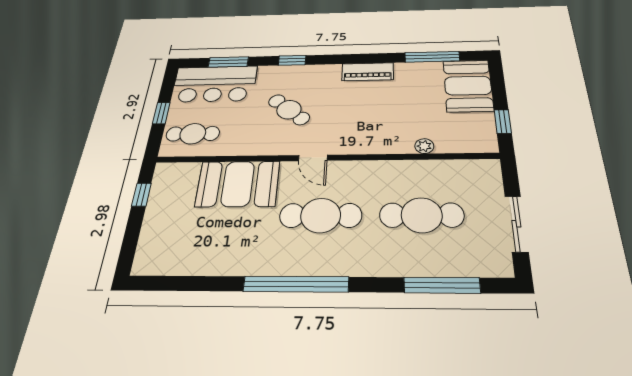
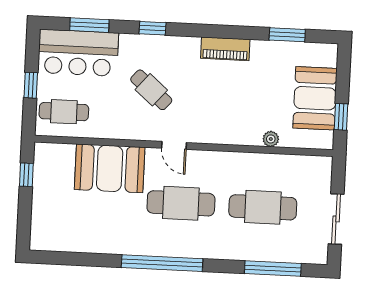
window: (432, 57) -> (287, 35), width x0.69
booth: (468, 86) -> (315, 98), moved

